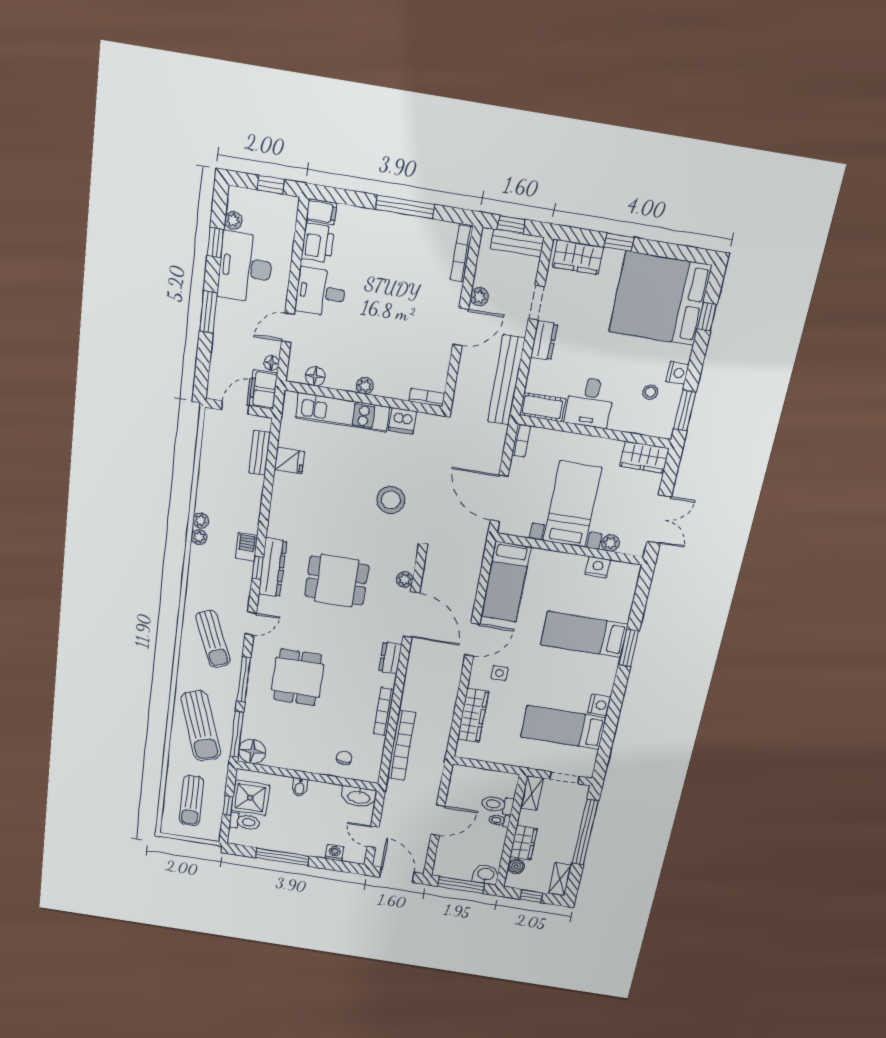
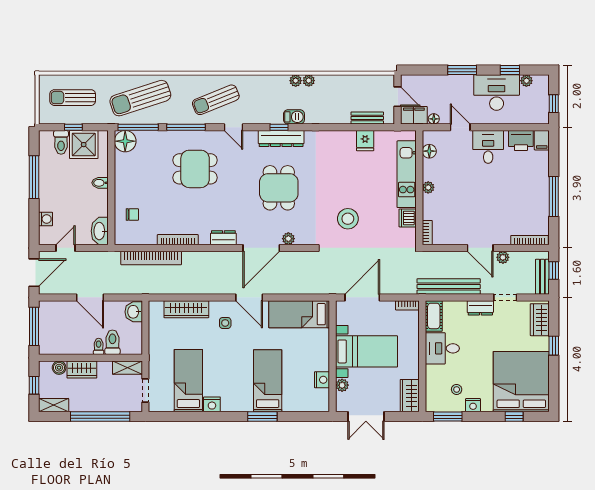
washbasin: (486, 874) -> (134, 312), moved, turned 180

